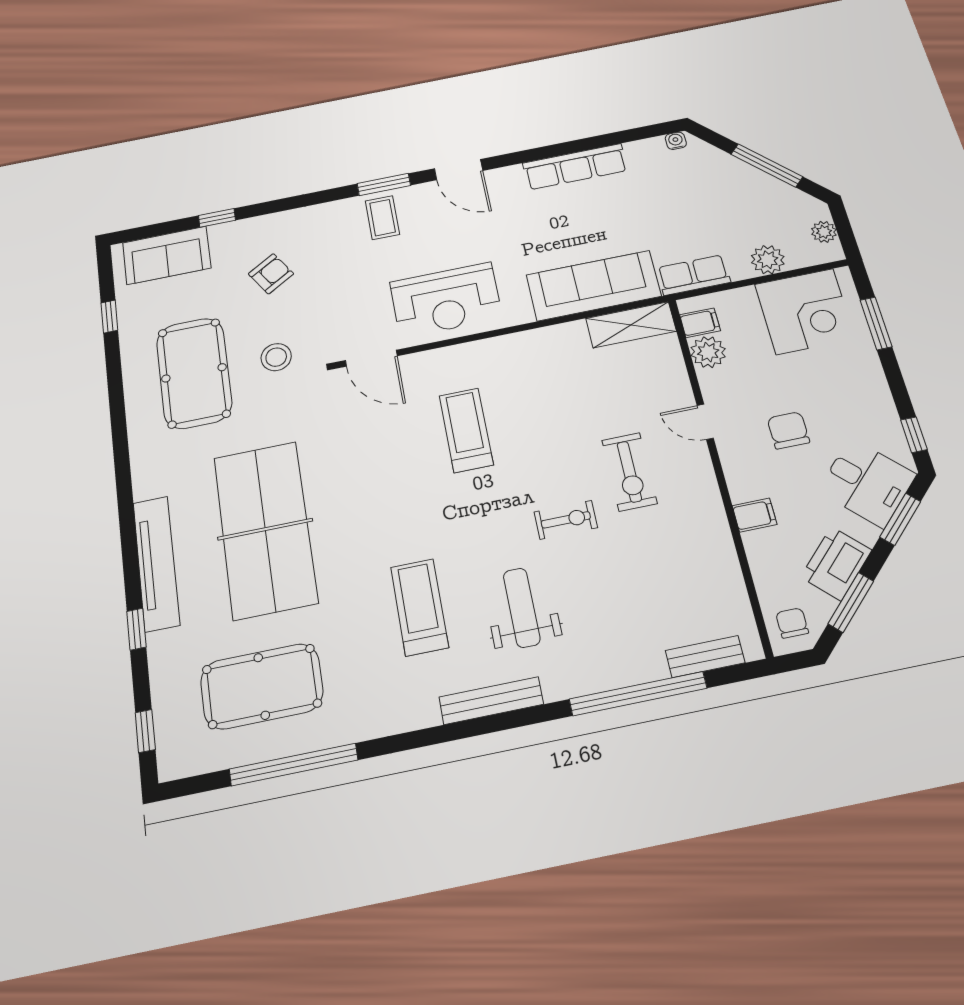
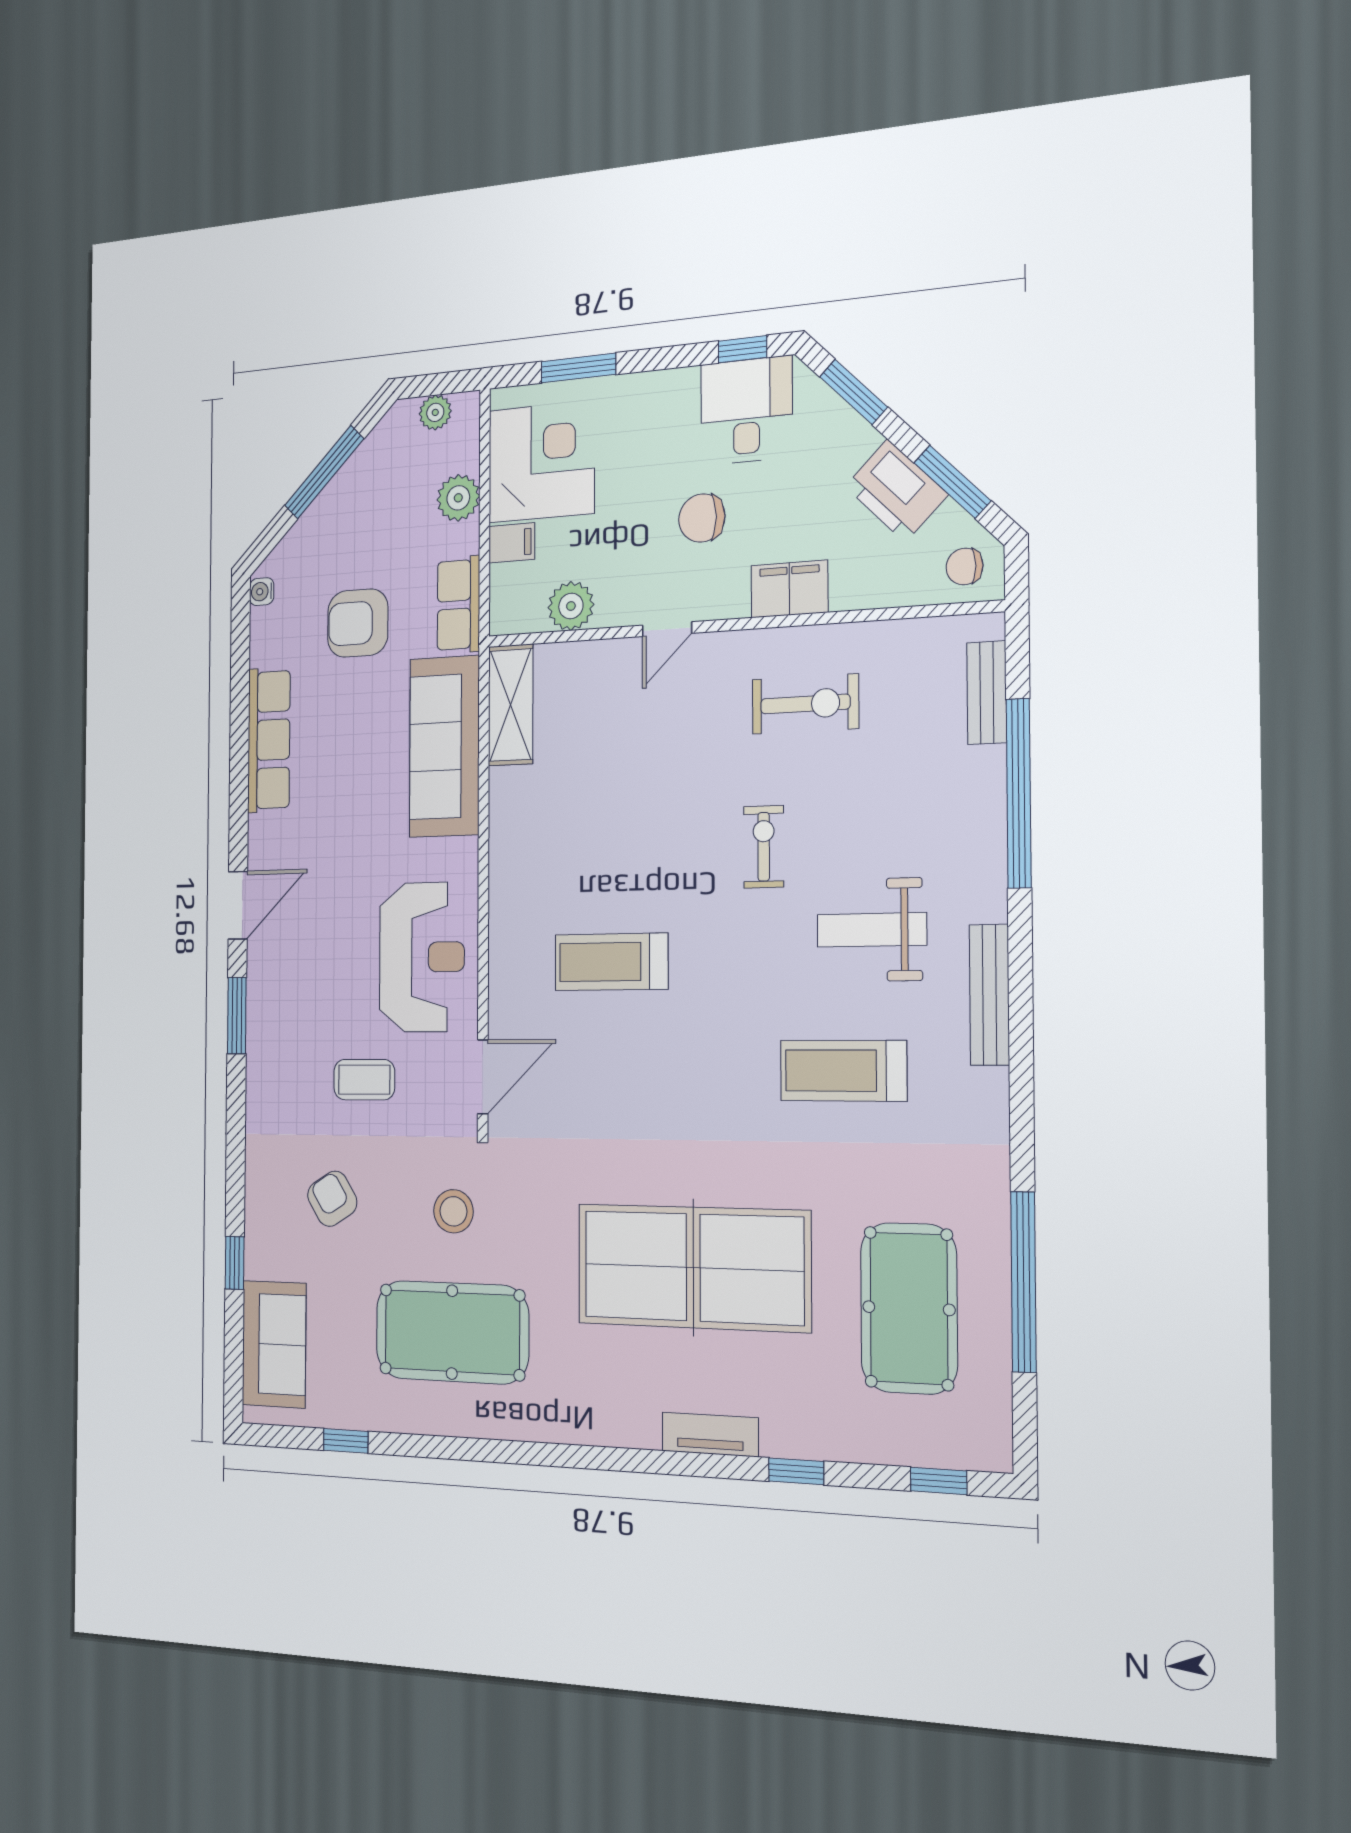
armchair: (667, 210) -> (358, 623), added
coffee table: (382, 218) -> (364, 1080), moved
filing cabinet: (700, 323) -> (512, 543), moved, turned 90
exercise bike: (629, 472) -> (805, 704), moved
desk: (867, 483) -> (746, 411), moved, turned -45
filing cabinet: (755, 515) -> (789, 589), width x2.00
tv unit: (156, 563) -> (710, 1434), width x0.52, depth x0.78

